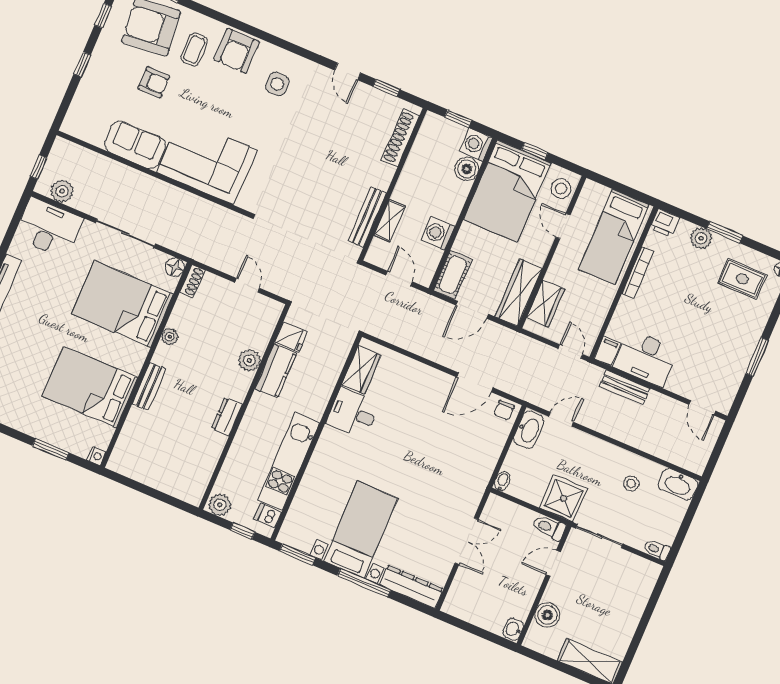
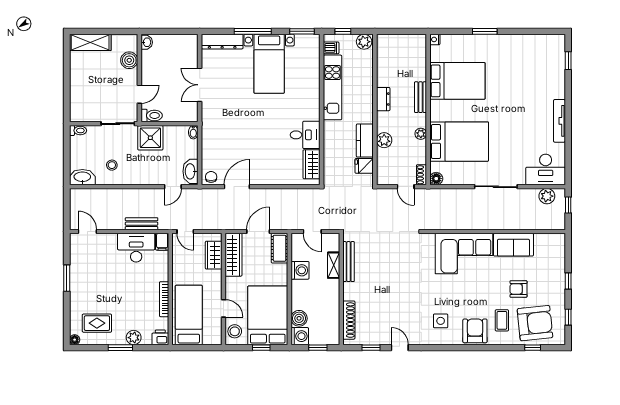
floor lamp: (175, 267) -> (436, 179), moved
shoe rack: (192, 281) -> (421, 175), moved
bed: (122, 304) -> (459, 142), moved
plant: (170, 337) -> (421, 134), moved
wall: (146, 365) -> (428, 110), moved
bench: (149, 386) -> (421, 97), moved
bed: (90, 387) -> (457, 81), moved
nightstand: (96, 456) -> (435, 39), moved

